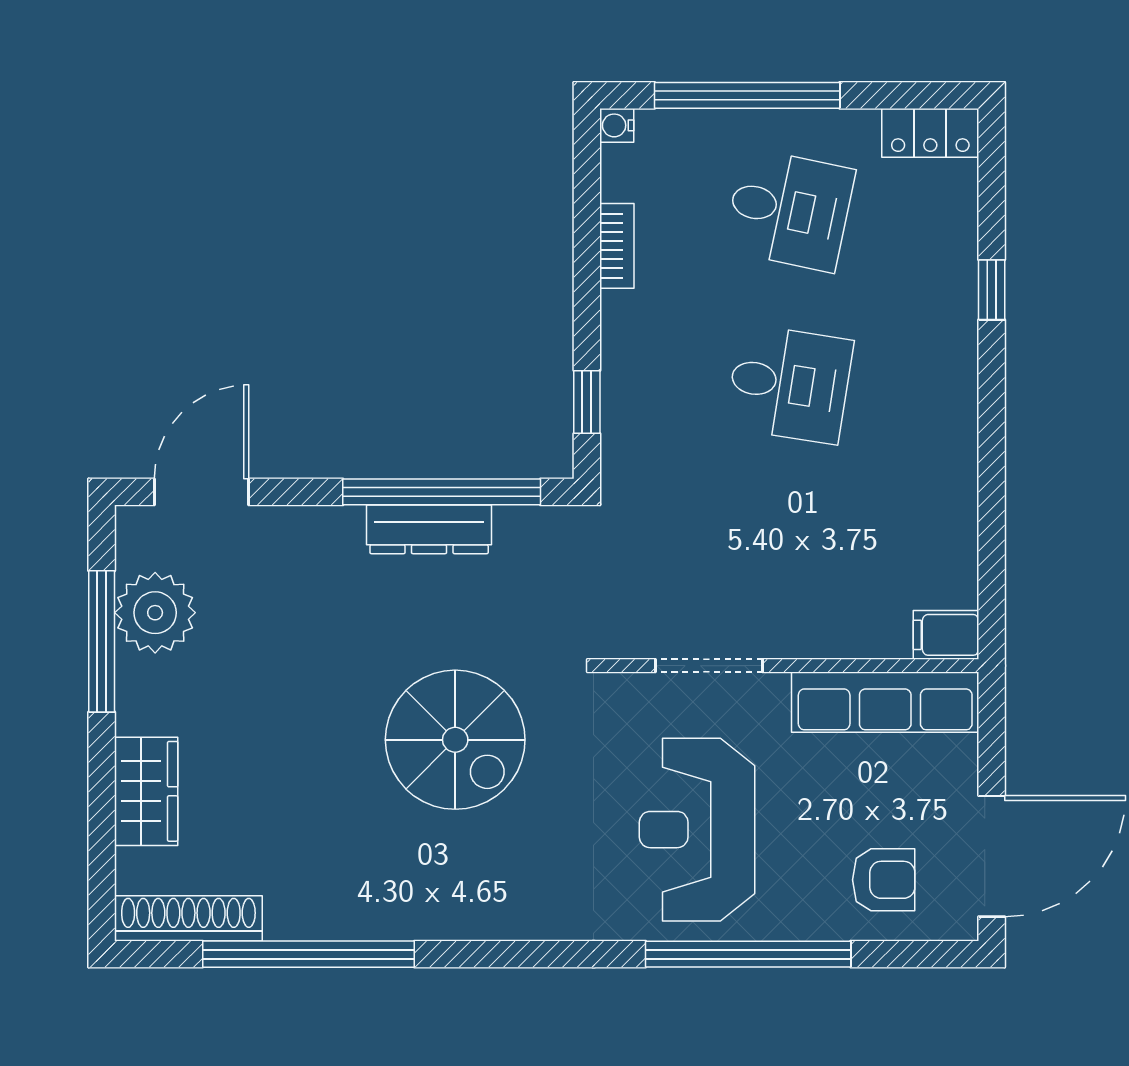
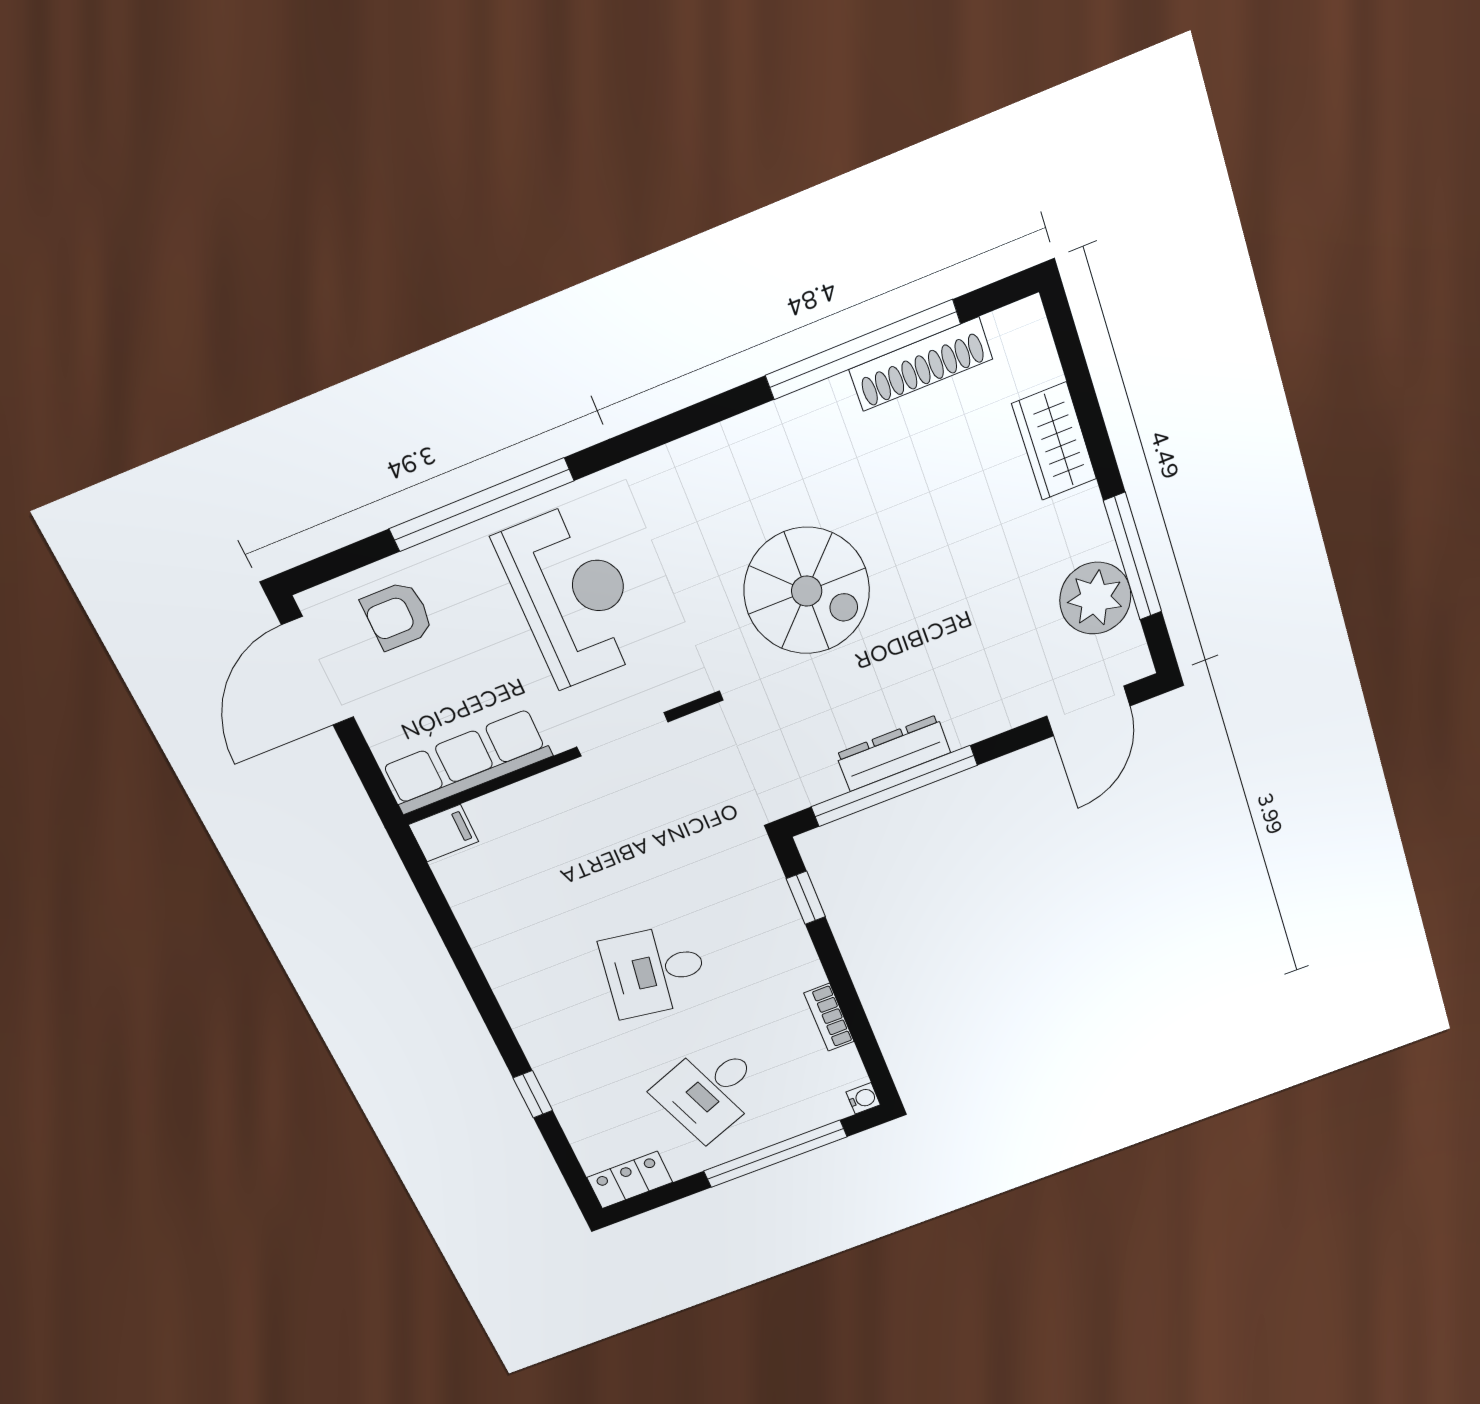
desk: (789, 210) -> (710, 1091), turned -33
spiral stairs: (455, 740) -> (807, 591), turned 180
shoe rack: (188, 918) -> (921, 364), moved

